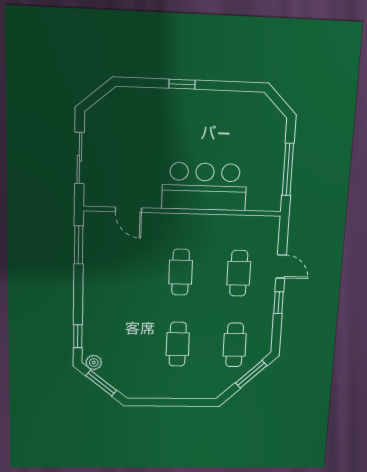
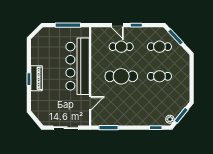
piano: (183, 101) -> (36, 78), added
bar counter: (204, 187) -> (78, 66), width x1.36
door: (281, 267) -> (117, 25), swing flipped
cafe table: (181, 272) -> (121, 76), width x1.37, depth x1.35

